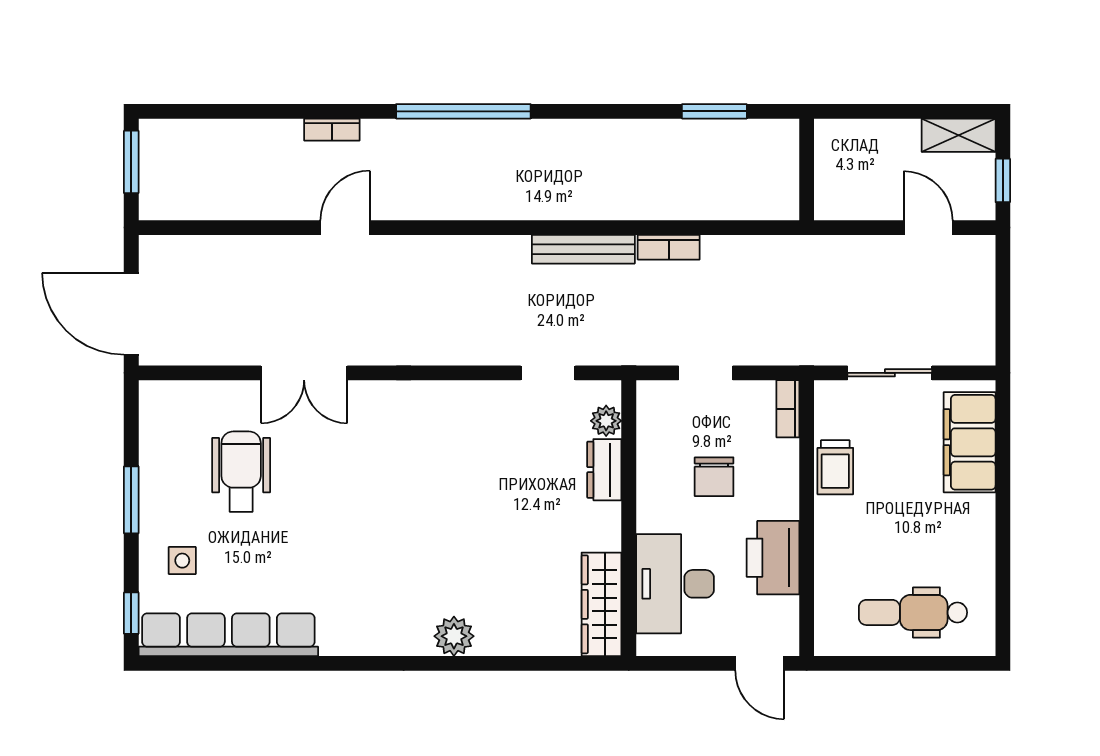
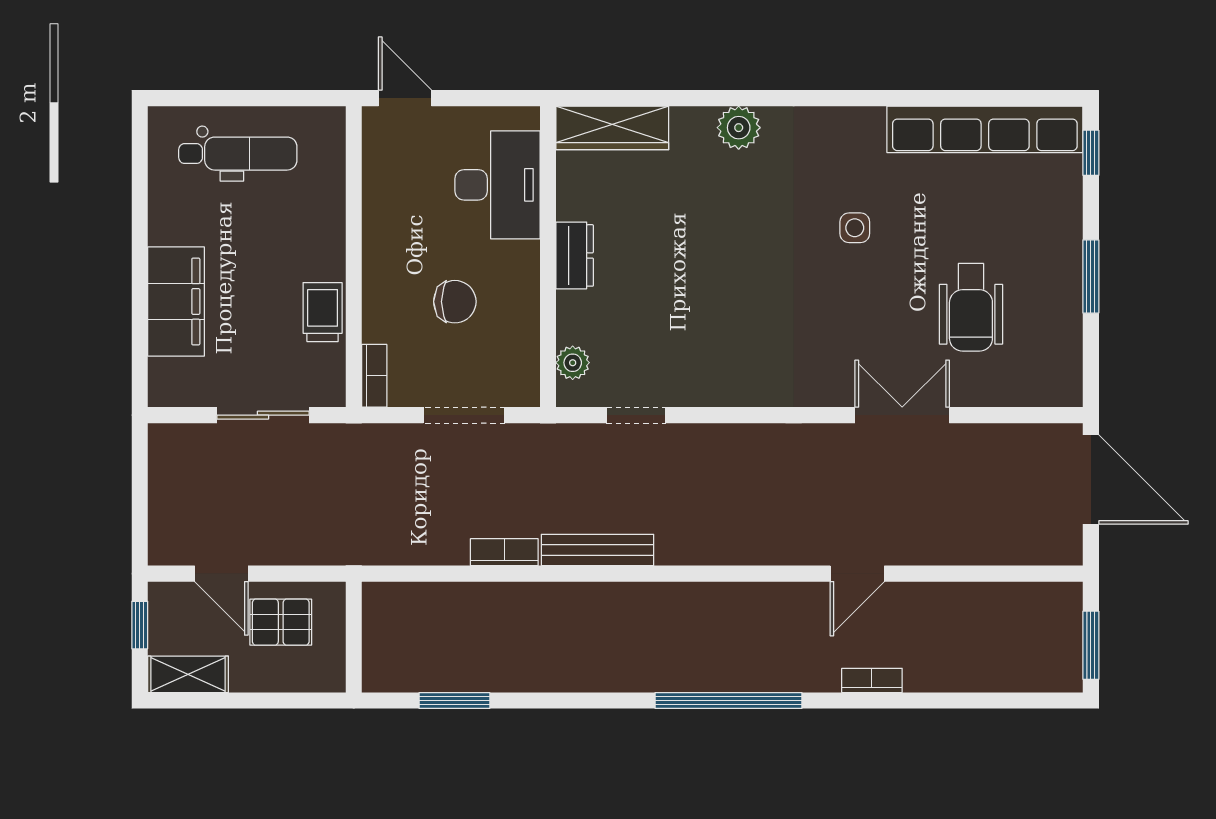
pallet: (874, 183) -> (281, 622), added
doorway: (706, 373) -> (464, 415), width x1.38
filing cabinet: (970, 442) -> (176, 301), moved
dresser: (604, 470) -> (575, 255), moved
chair: (714, 477) -> (455, 302), turned 90
printer: (773, 558) -> (390, 213), removed
side table: (182, 561) -> (855, 228), moved
wardrobe: (602, 604) -> (612, 128), moved, turned 90

